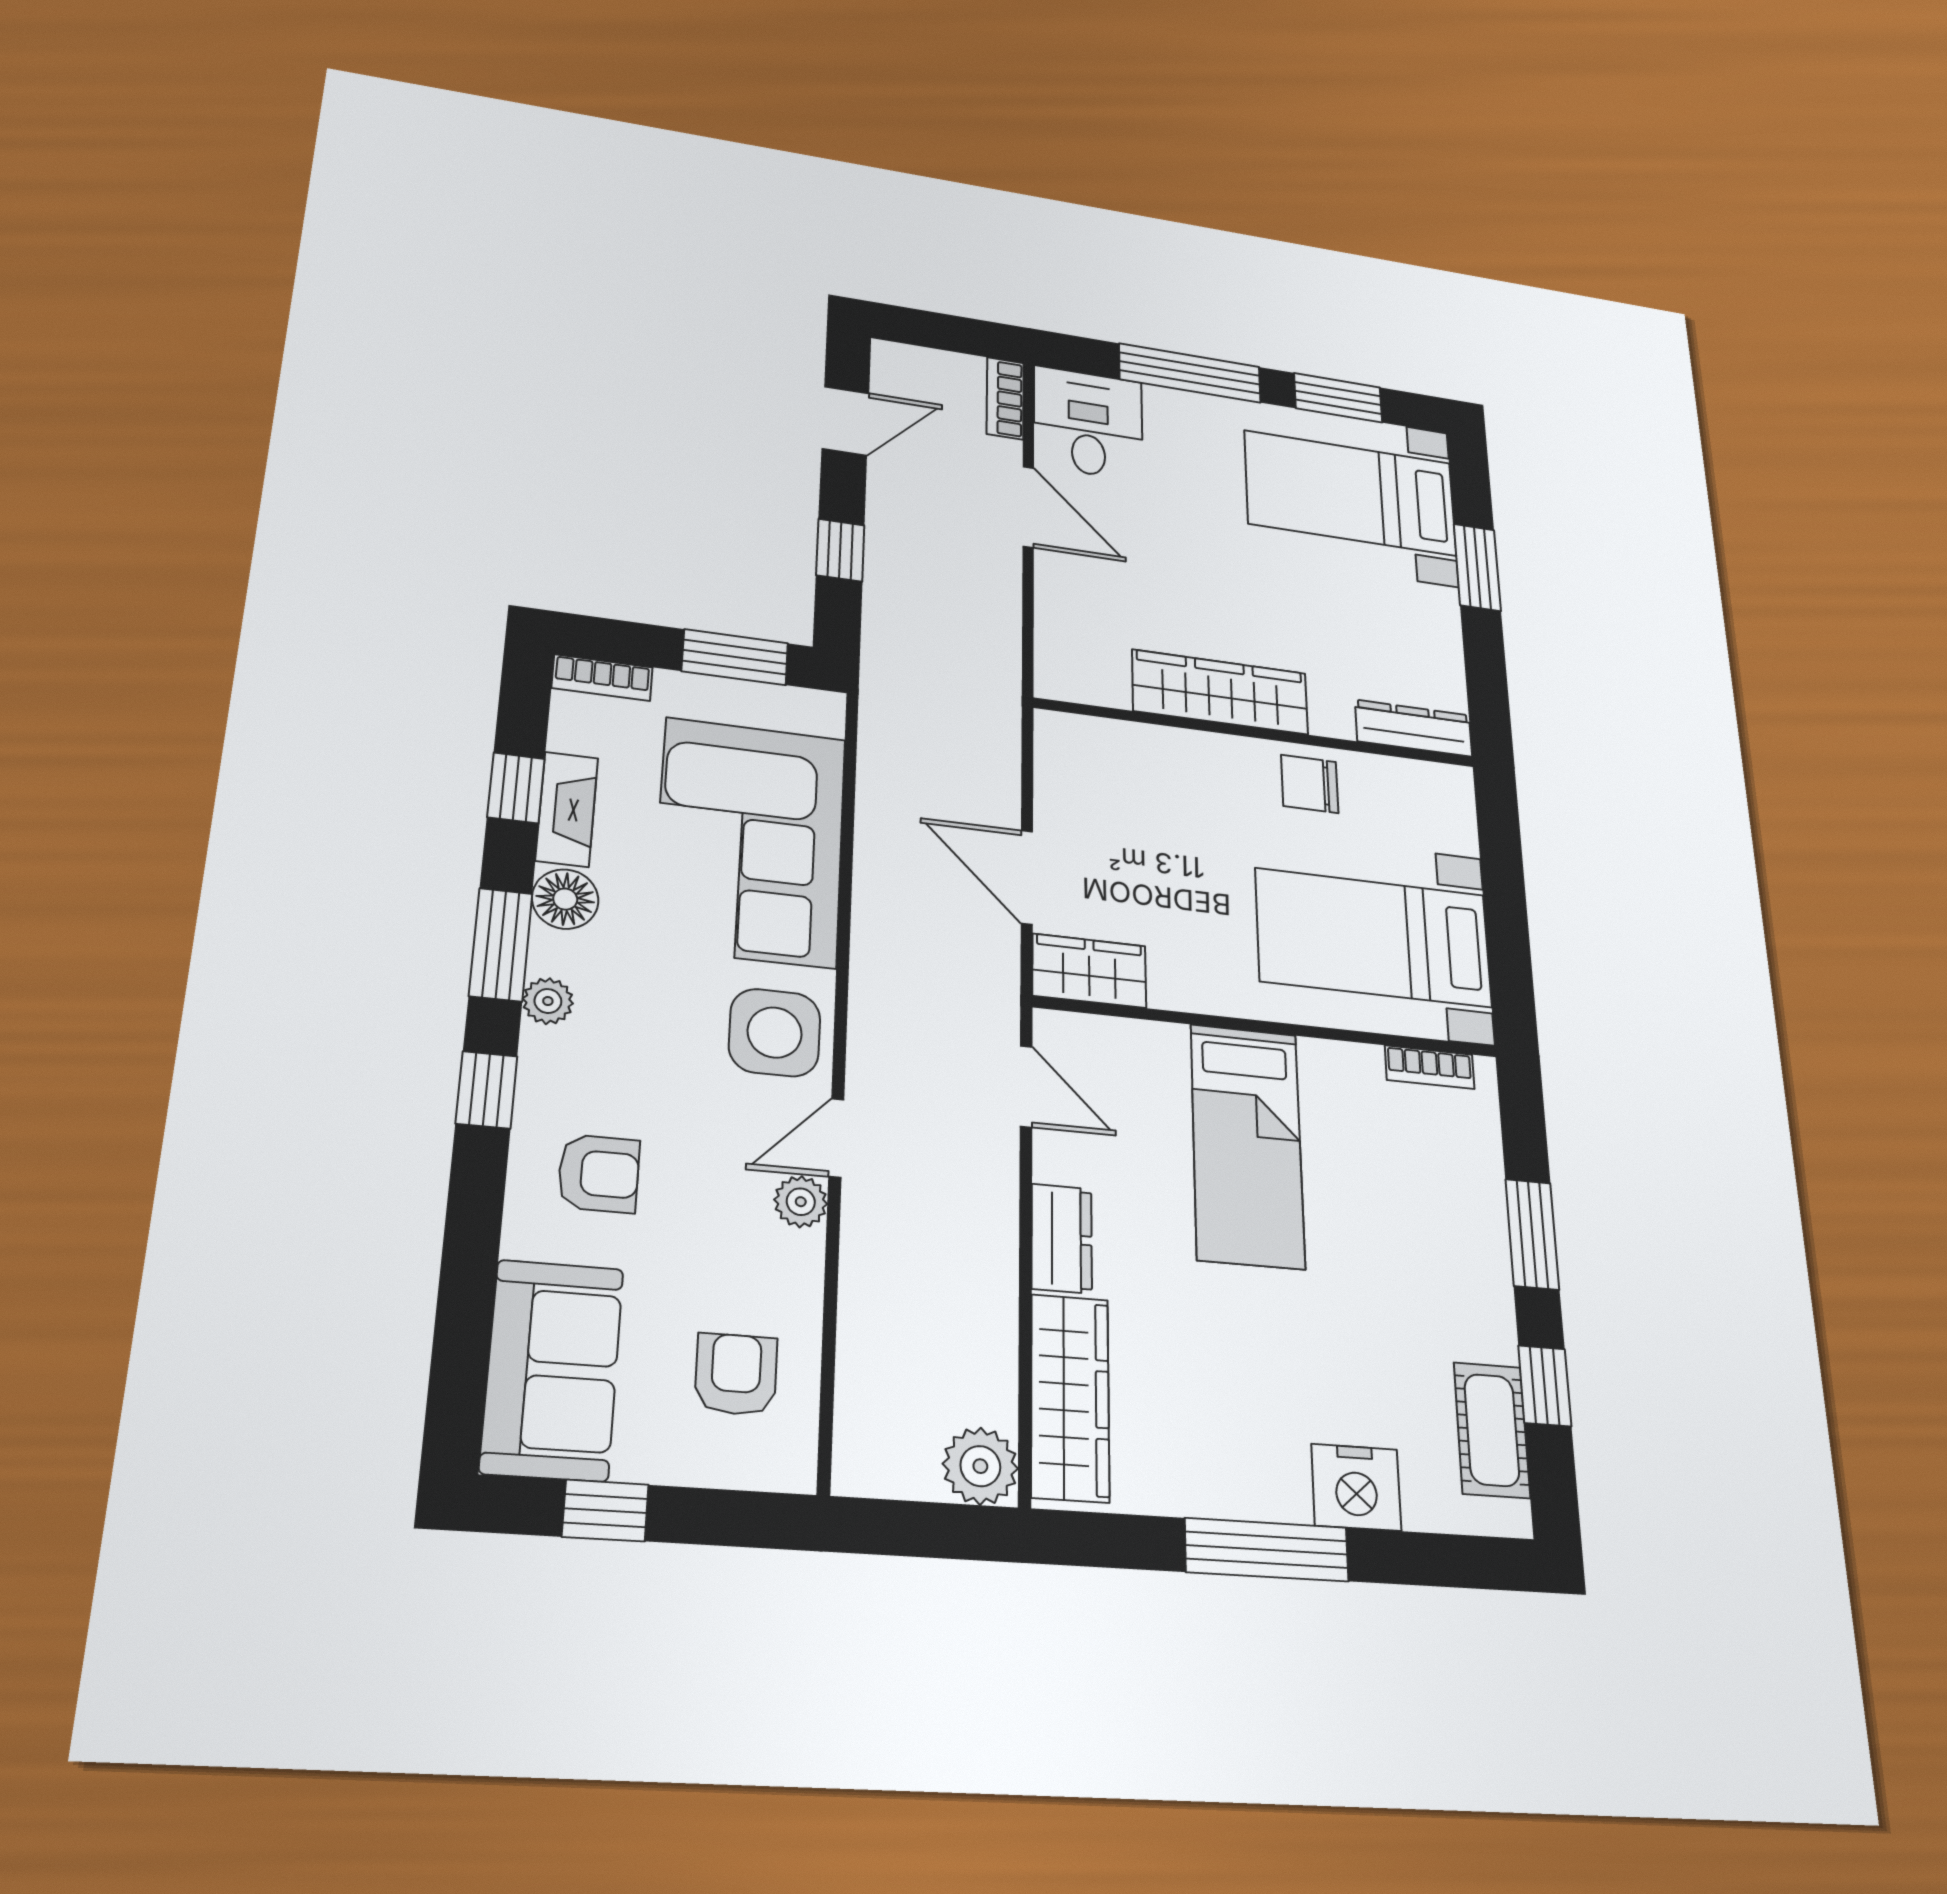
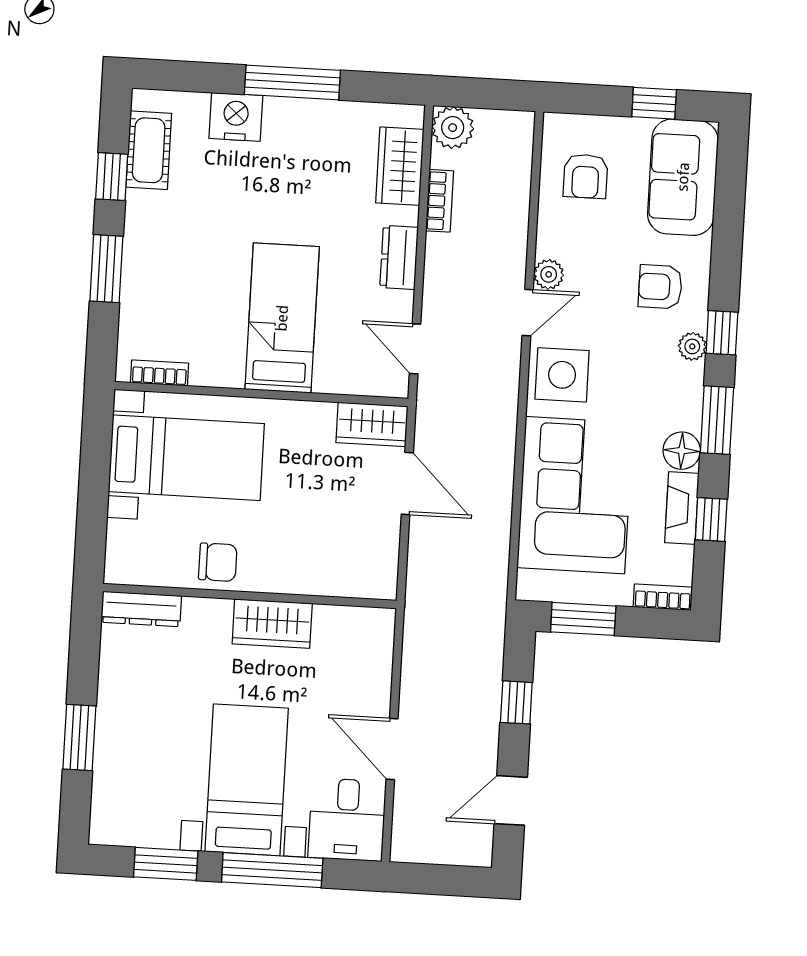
bookcase: (1005, 398) -> (440, 201), moved
bed with nightstands: (1350, 493) -> (247, 780), moved, turned -90
wardrobe: (1220, 692) -> (272, 624), width x0.67
plant: (548, 1001) -> (692, 346), moved
wardrobe: (1070, 1397) -> (400, 166), width x0.67

